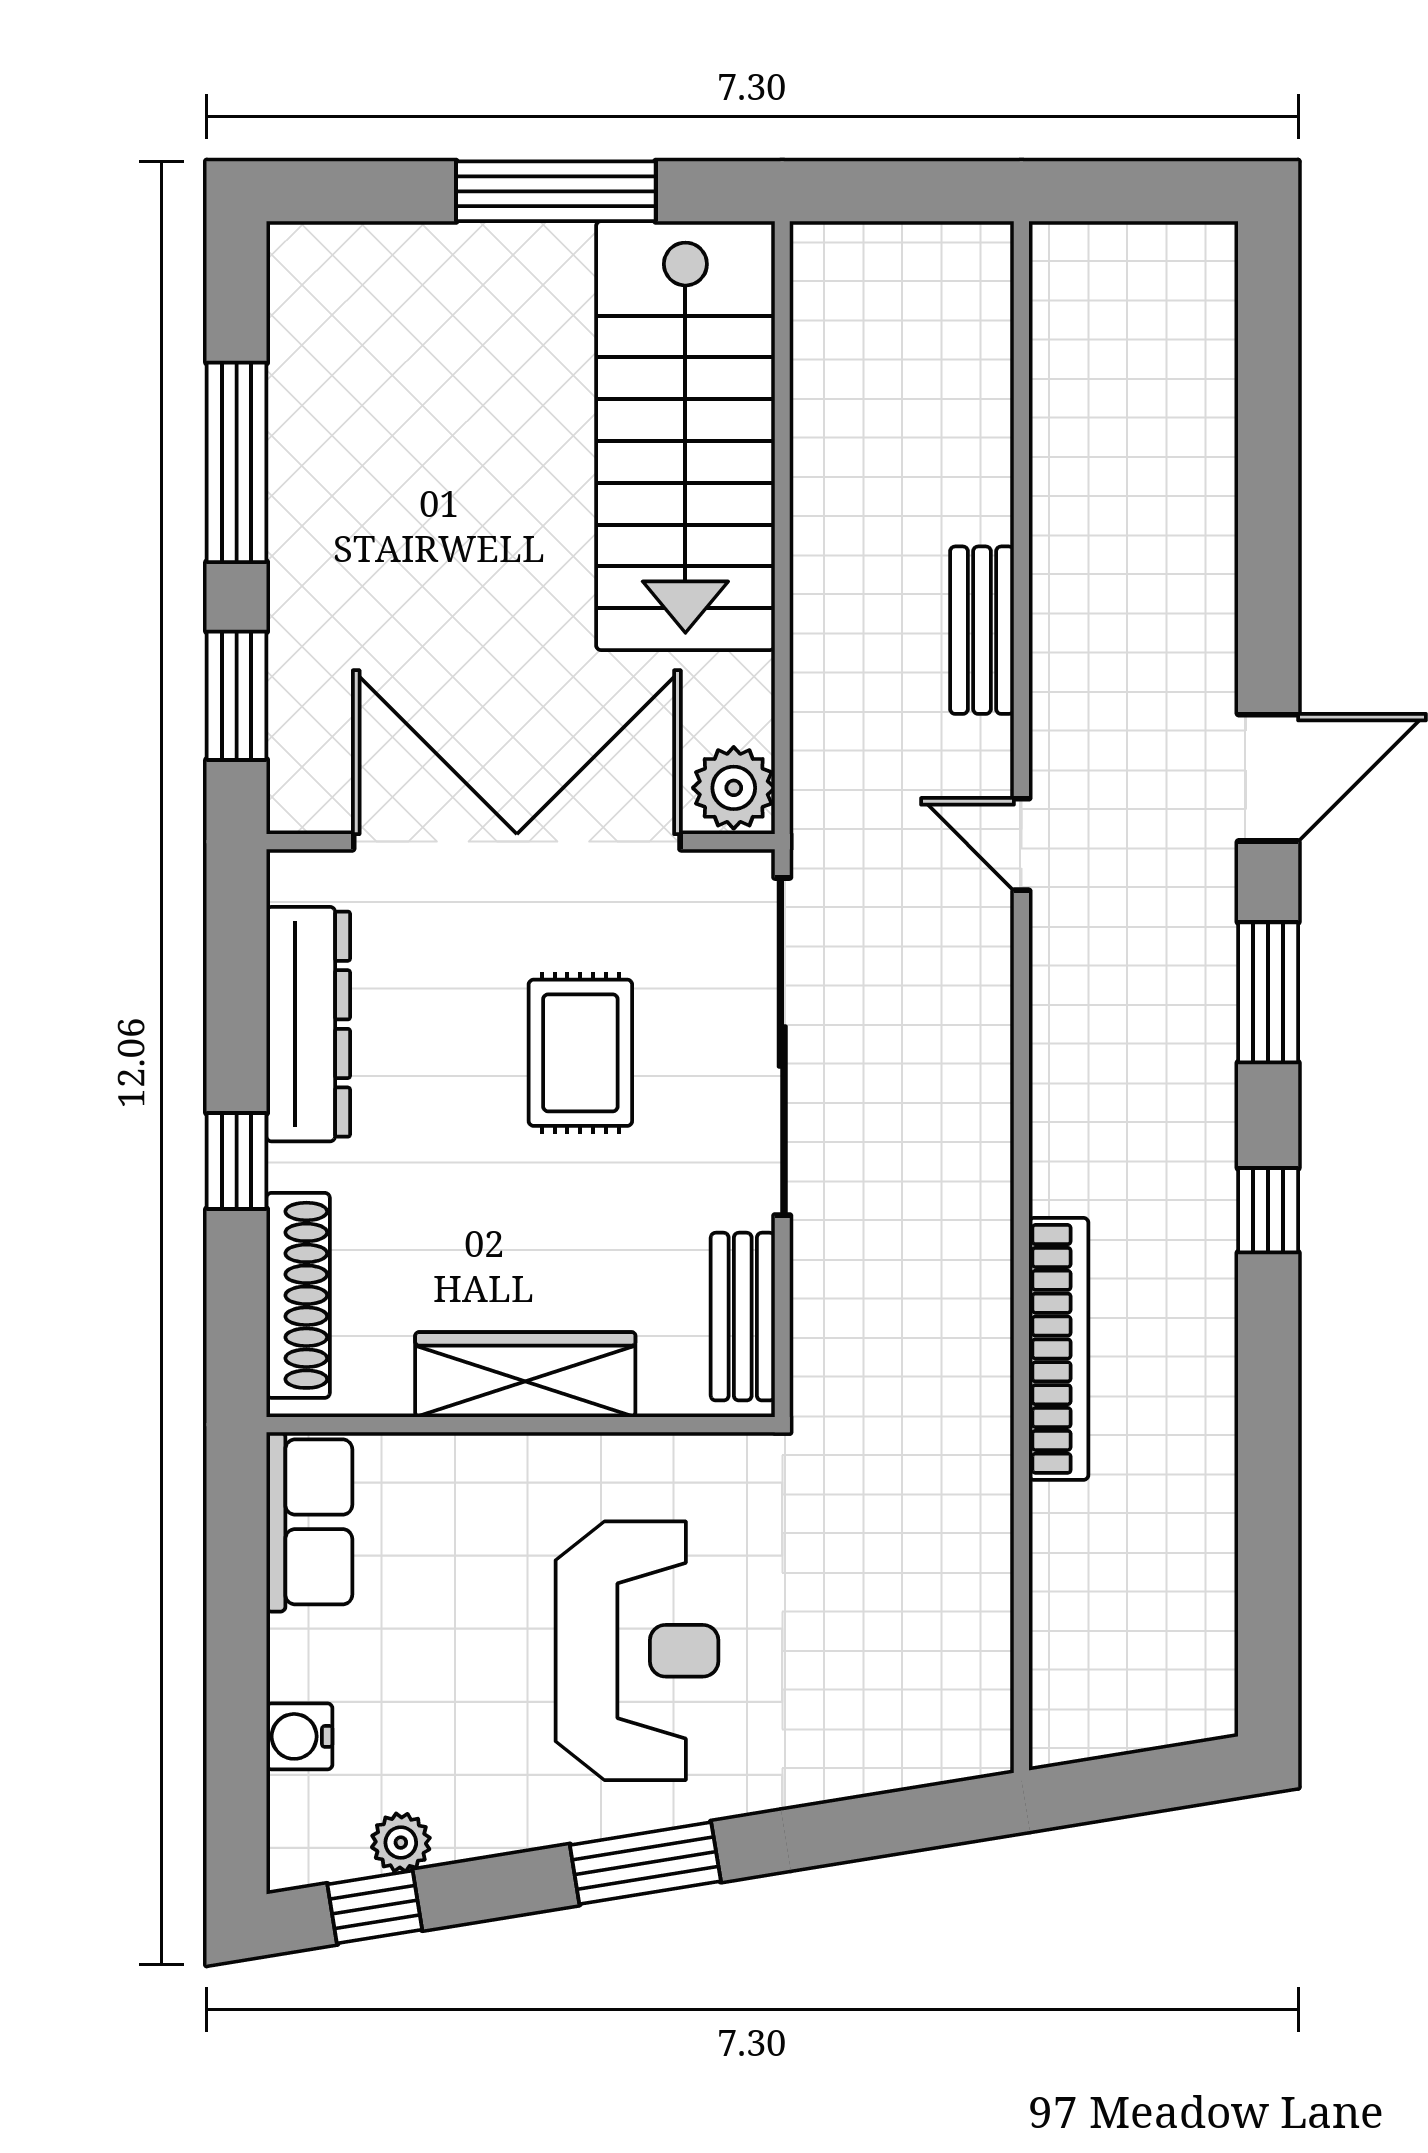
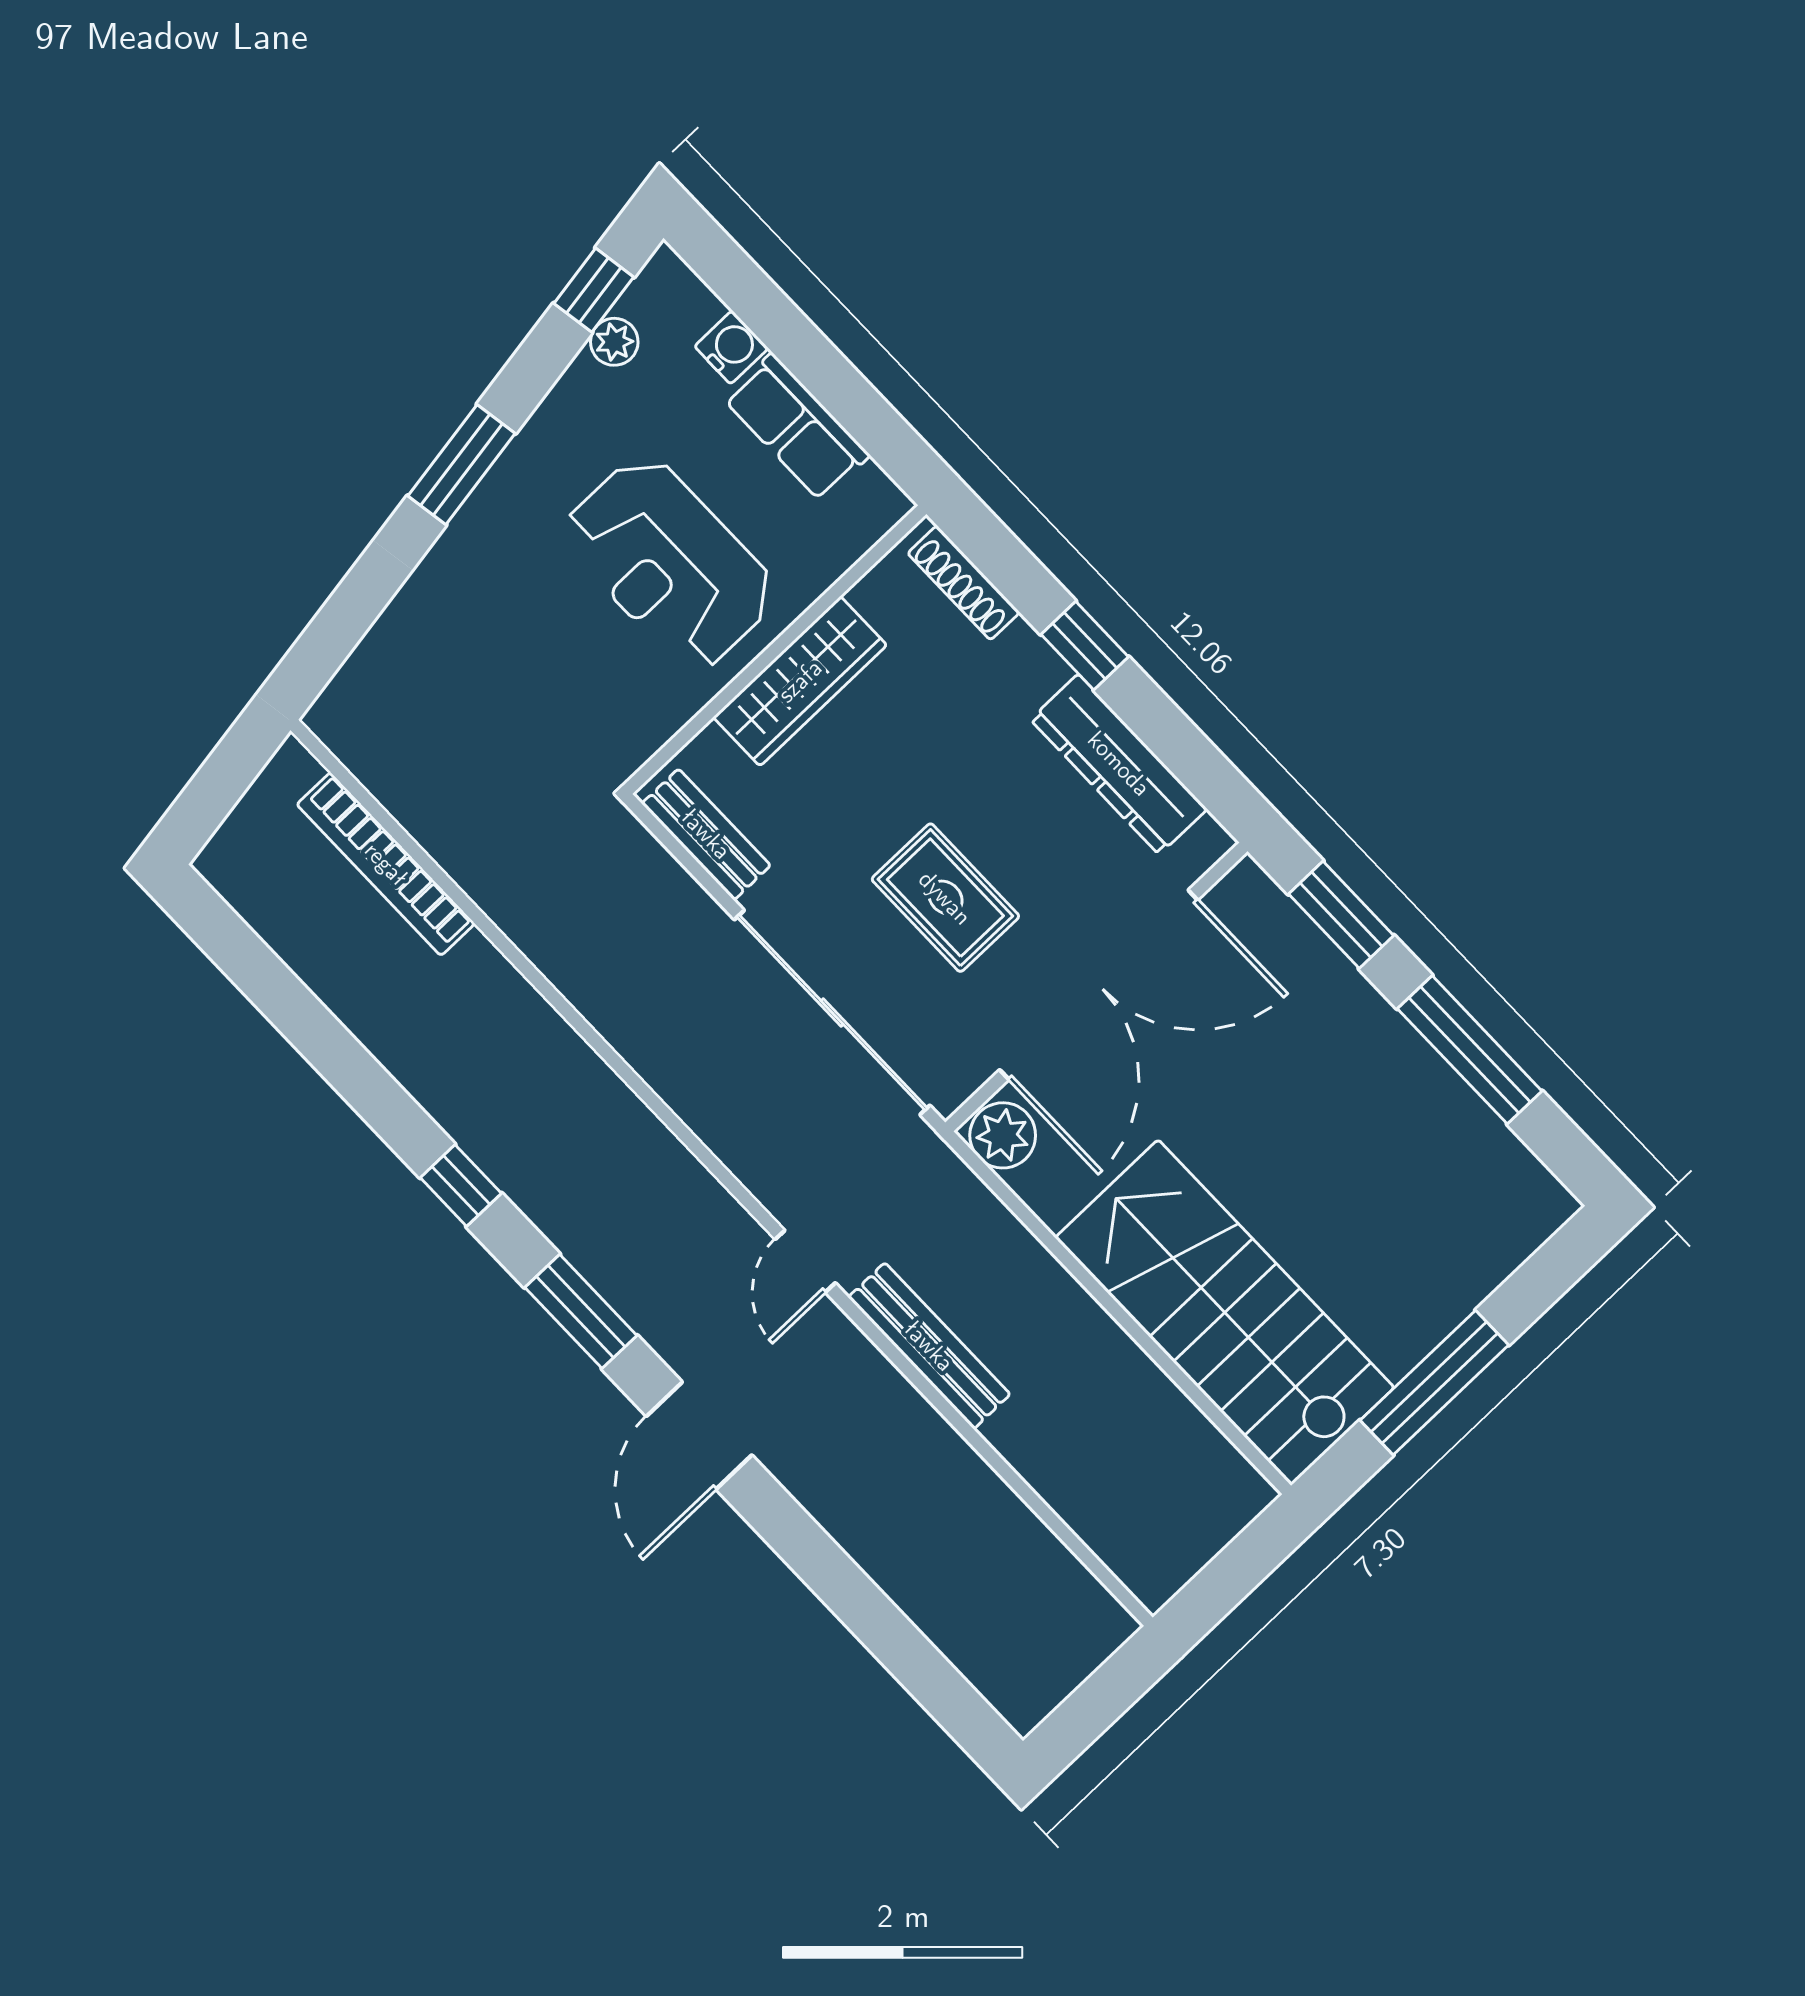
bench: (982, 630) -> (929, 1346), width x1.36
door: (1021, 844) -> (805, 1261), swing flipped
shoe rack: (298, 1295) -> (964, 583), width x0.74, depth x0.81
bookcase: (1059, 1349) -> (386, 864), moved
row of seats: (309, 1522) -> (797, 427), moved
reception desk: (637, 1651) -> (669, 563), moved

